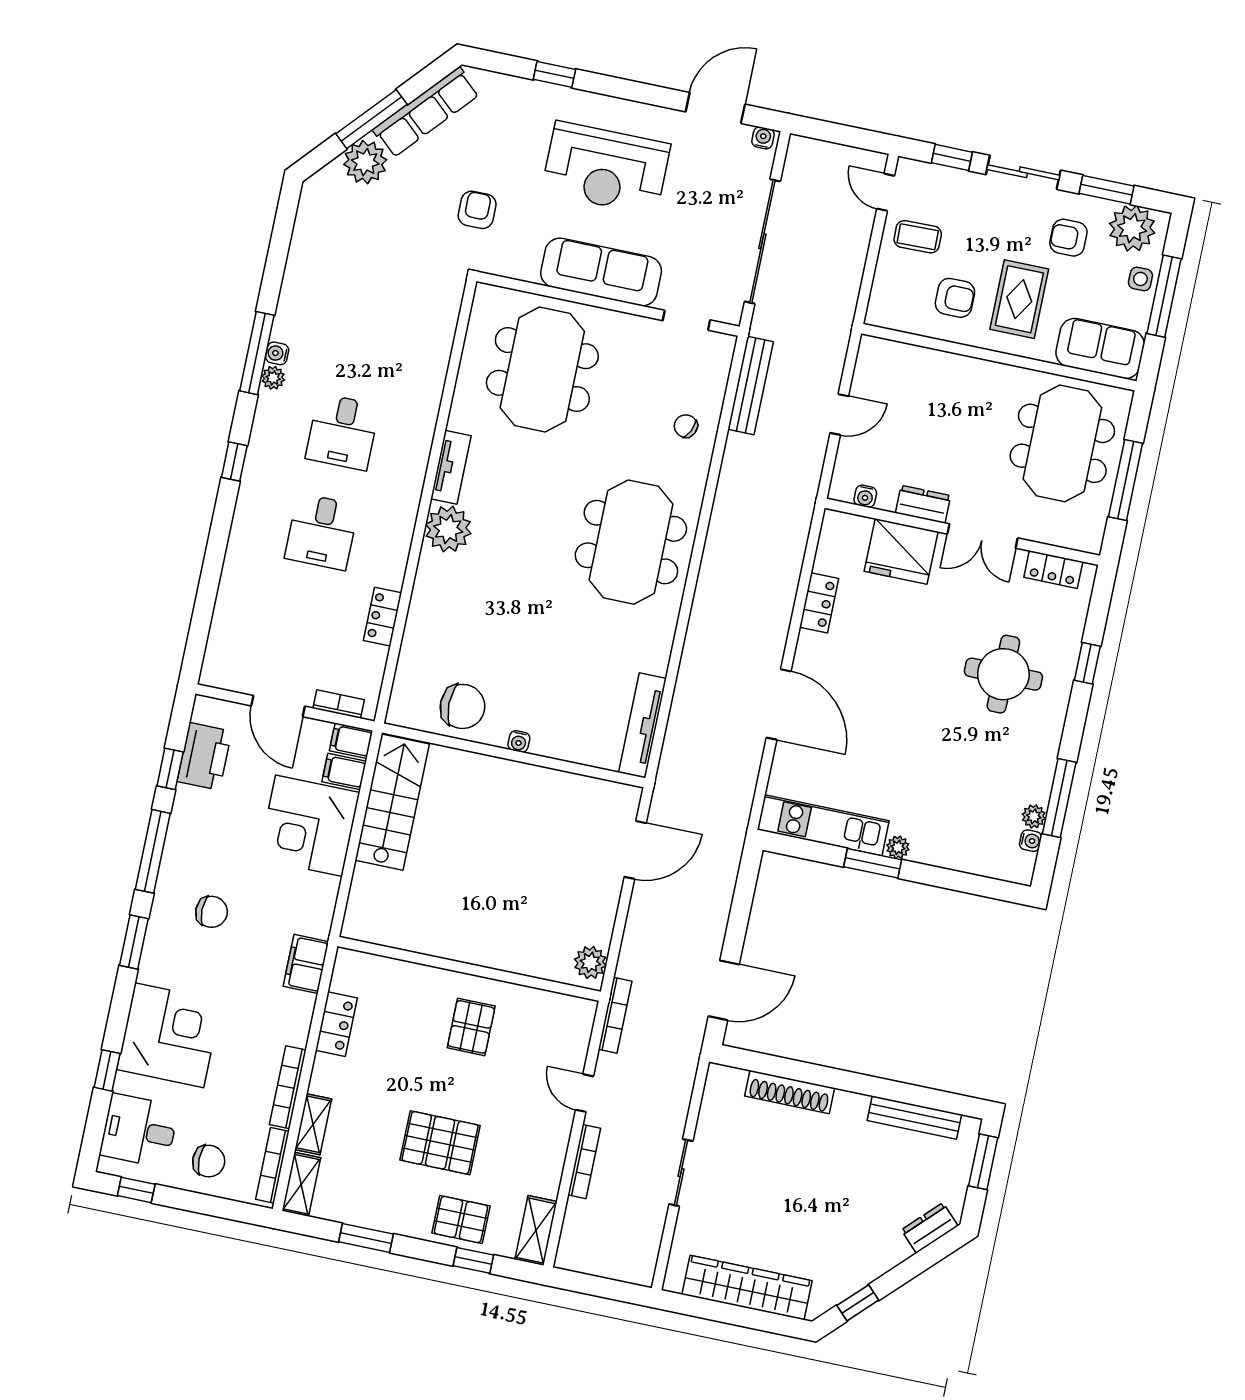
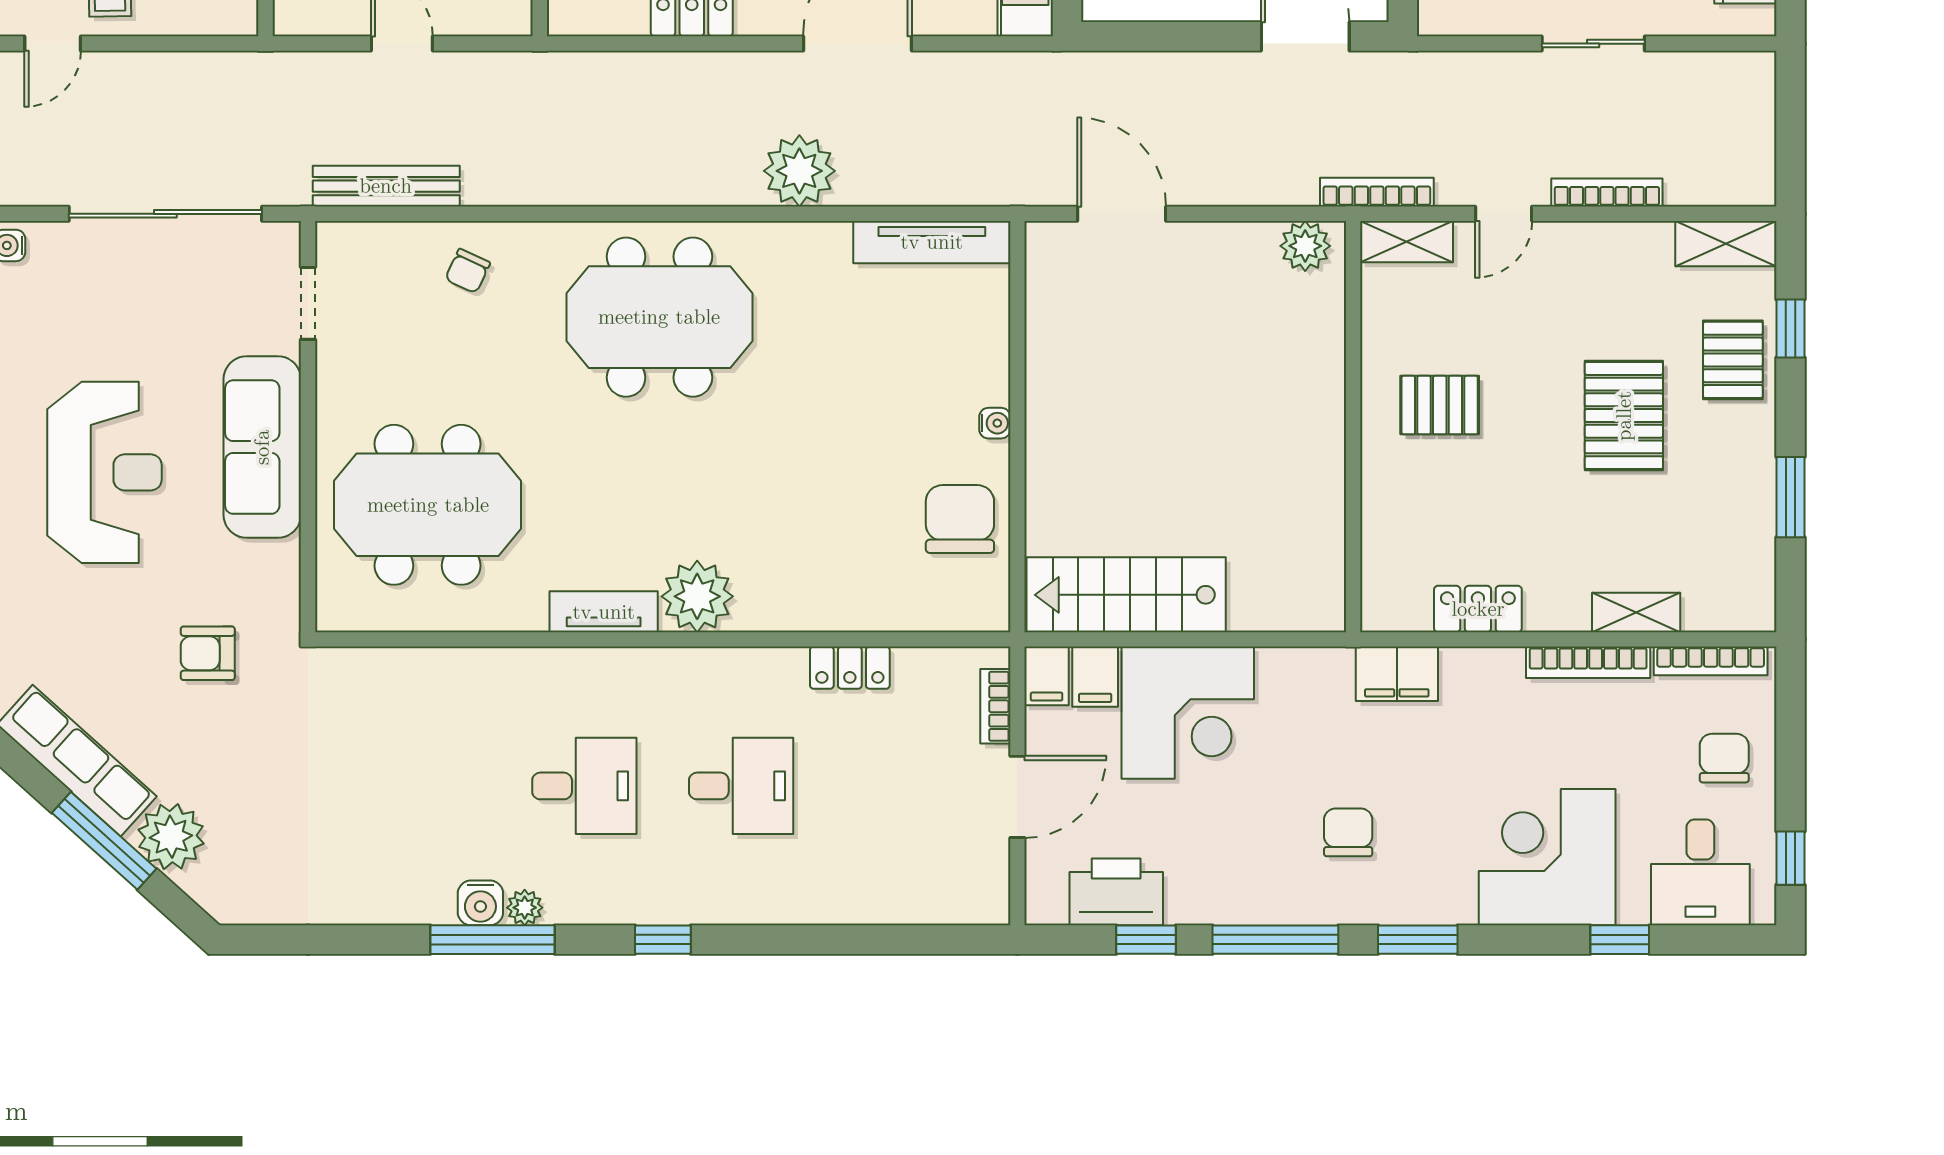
water cooler: (277, 353) -> (480, 903), width x1.38, depth x1.38
plant: (705, 651) -> (799, 171), added
shelving: (301, 1184) -> (1406, 242), moved

